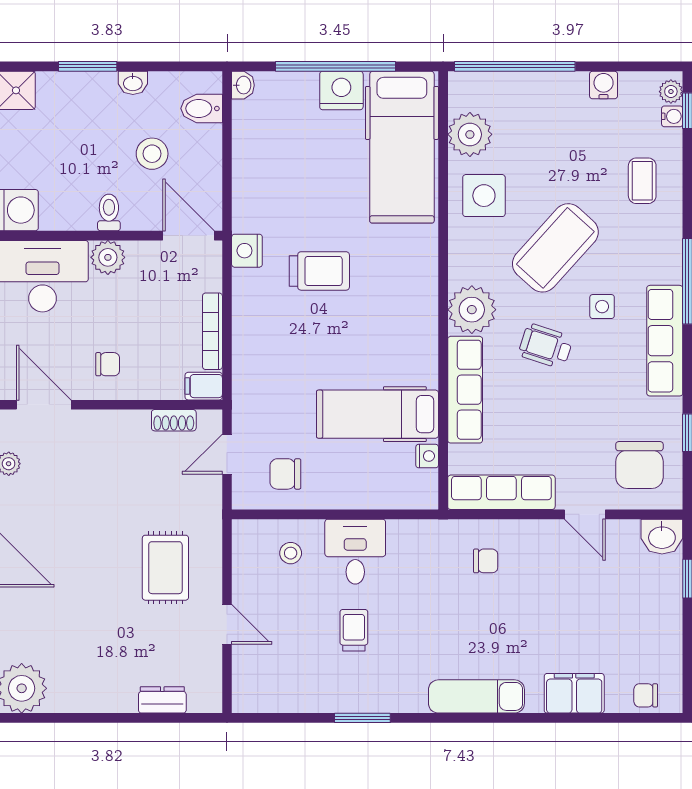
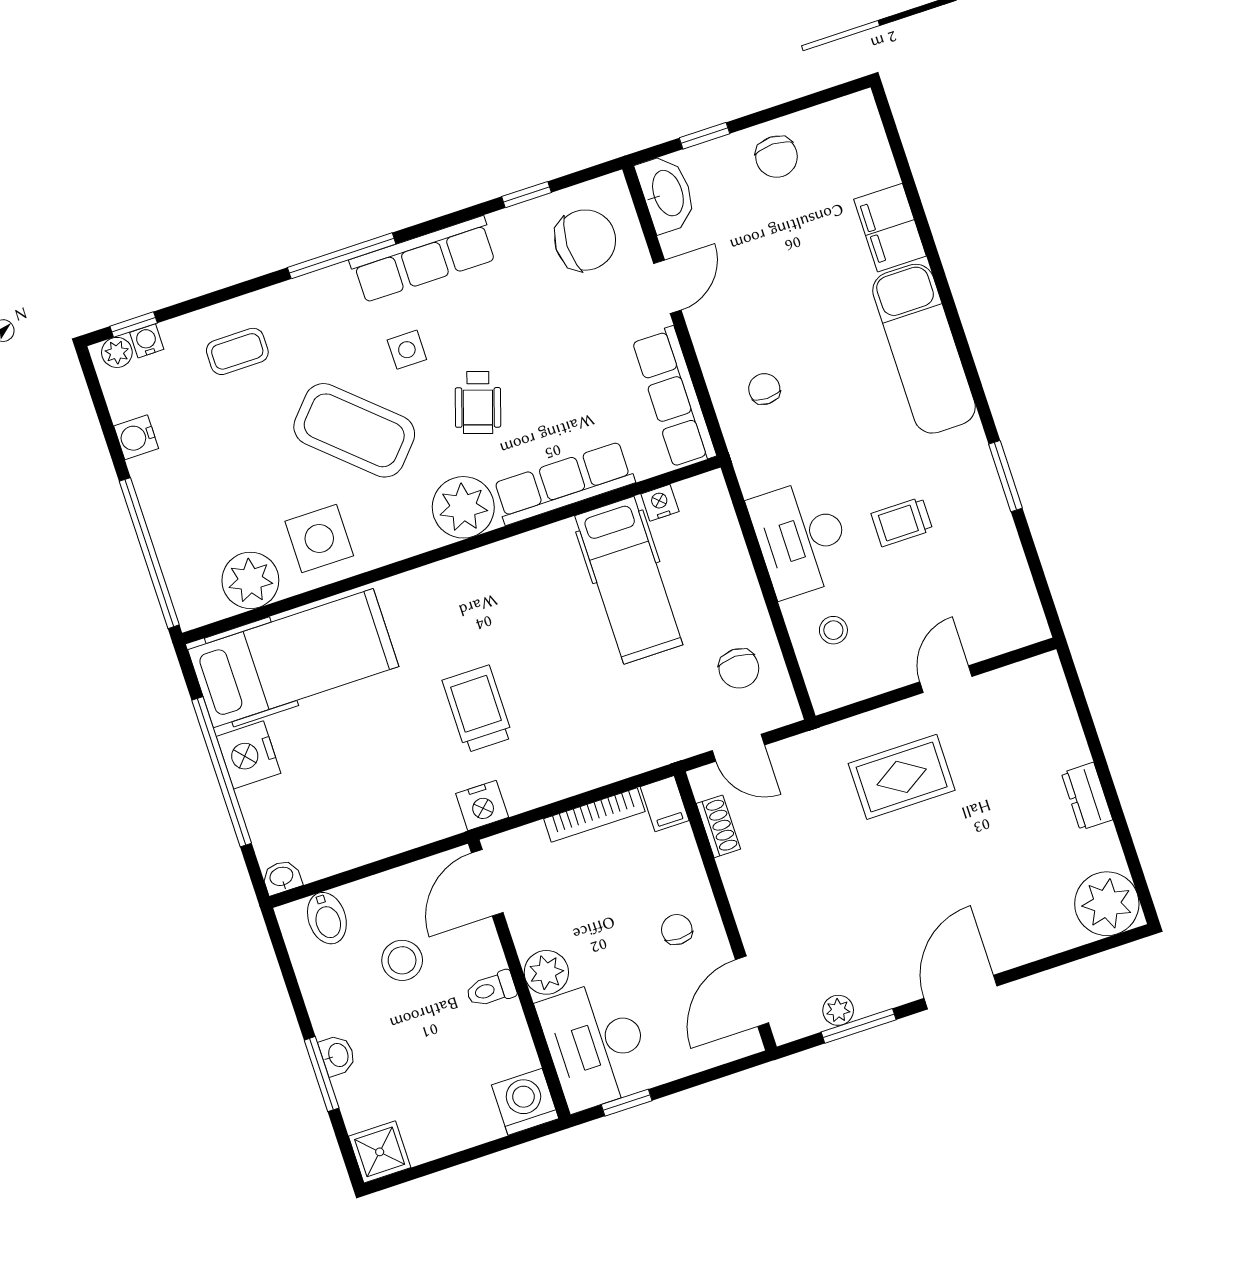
washbasin: (133, 83) -> (338, 1055), moved
washbasin: (662, 537) -> (667, 193), width x1.38
desk: (355, 552) -> (801, 538), width x1.37
chair: (646, 695) -> (777, 157), moved, width x1.37, depth x1.37
exam couch: (476, 696) -> (924, 349), width x1.36, depth x1.45
dresser: (162, 700) -> (1087, 796), moved

